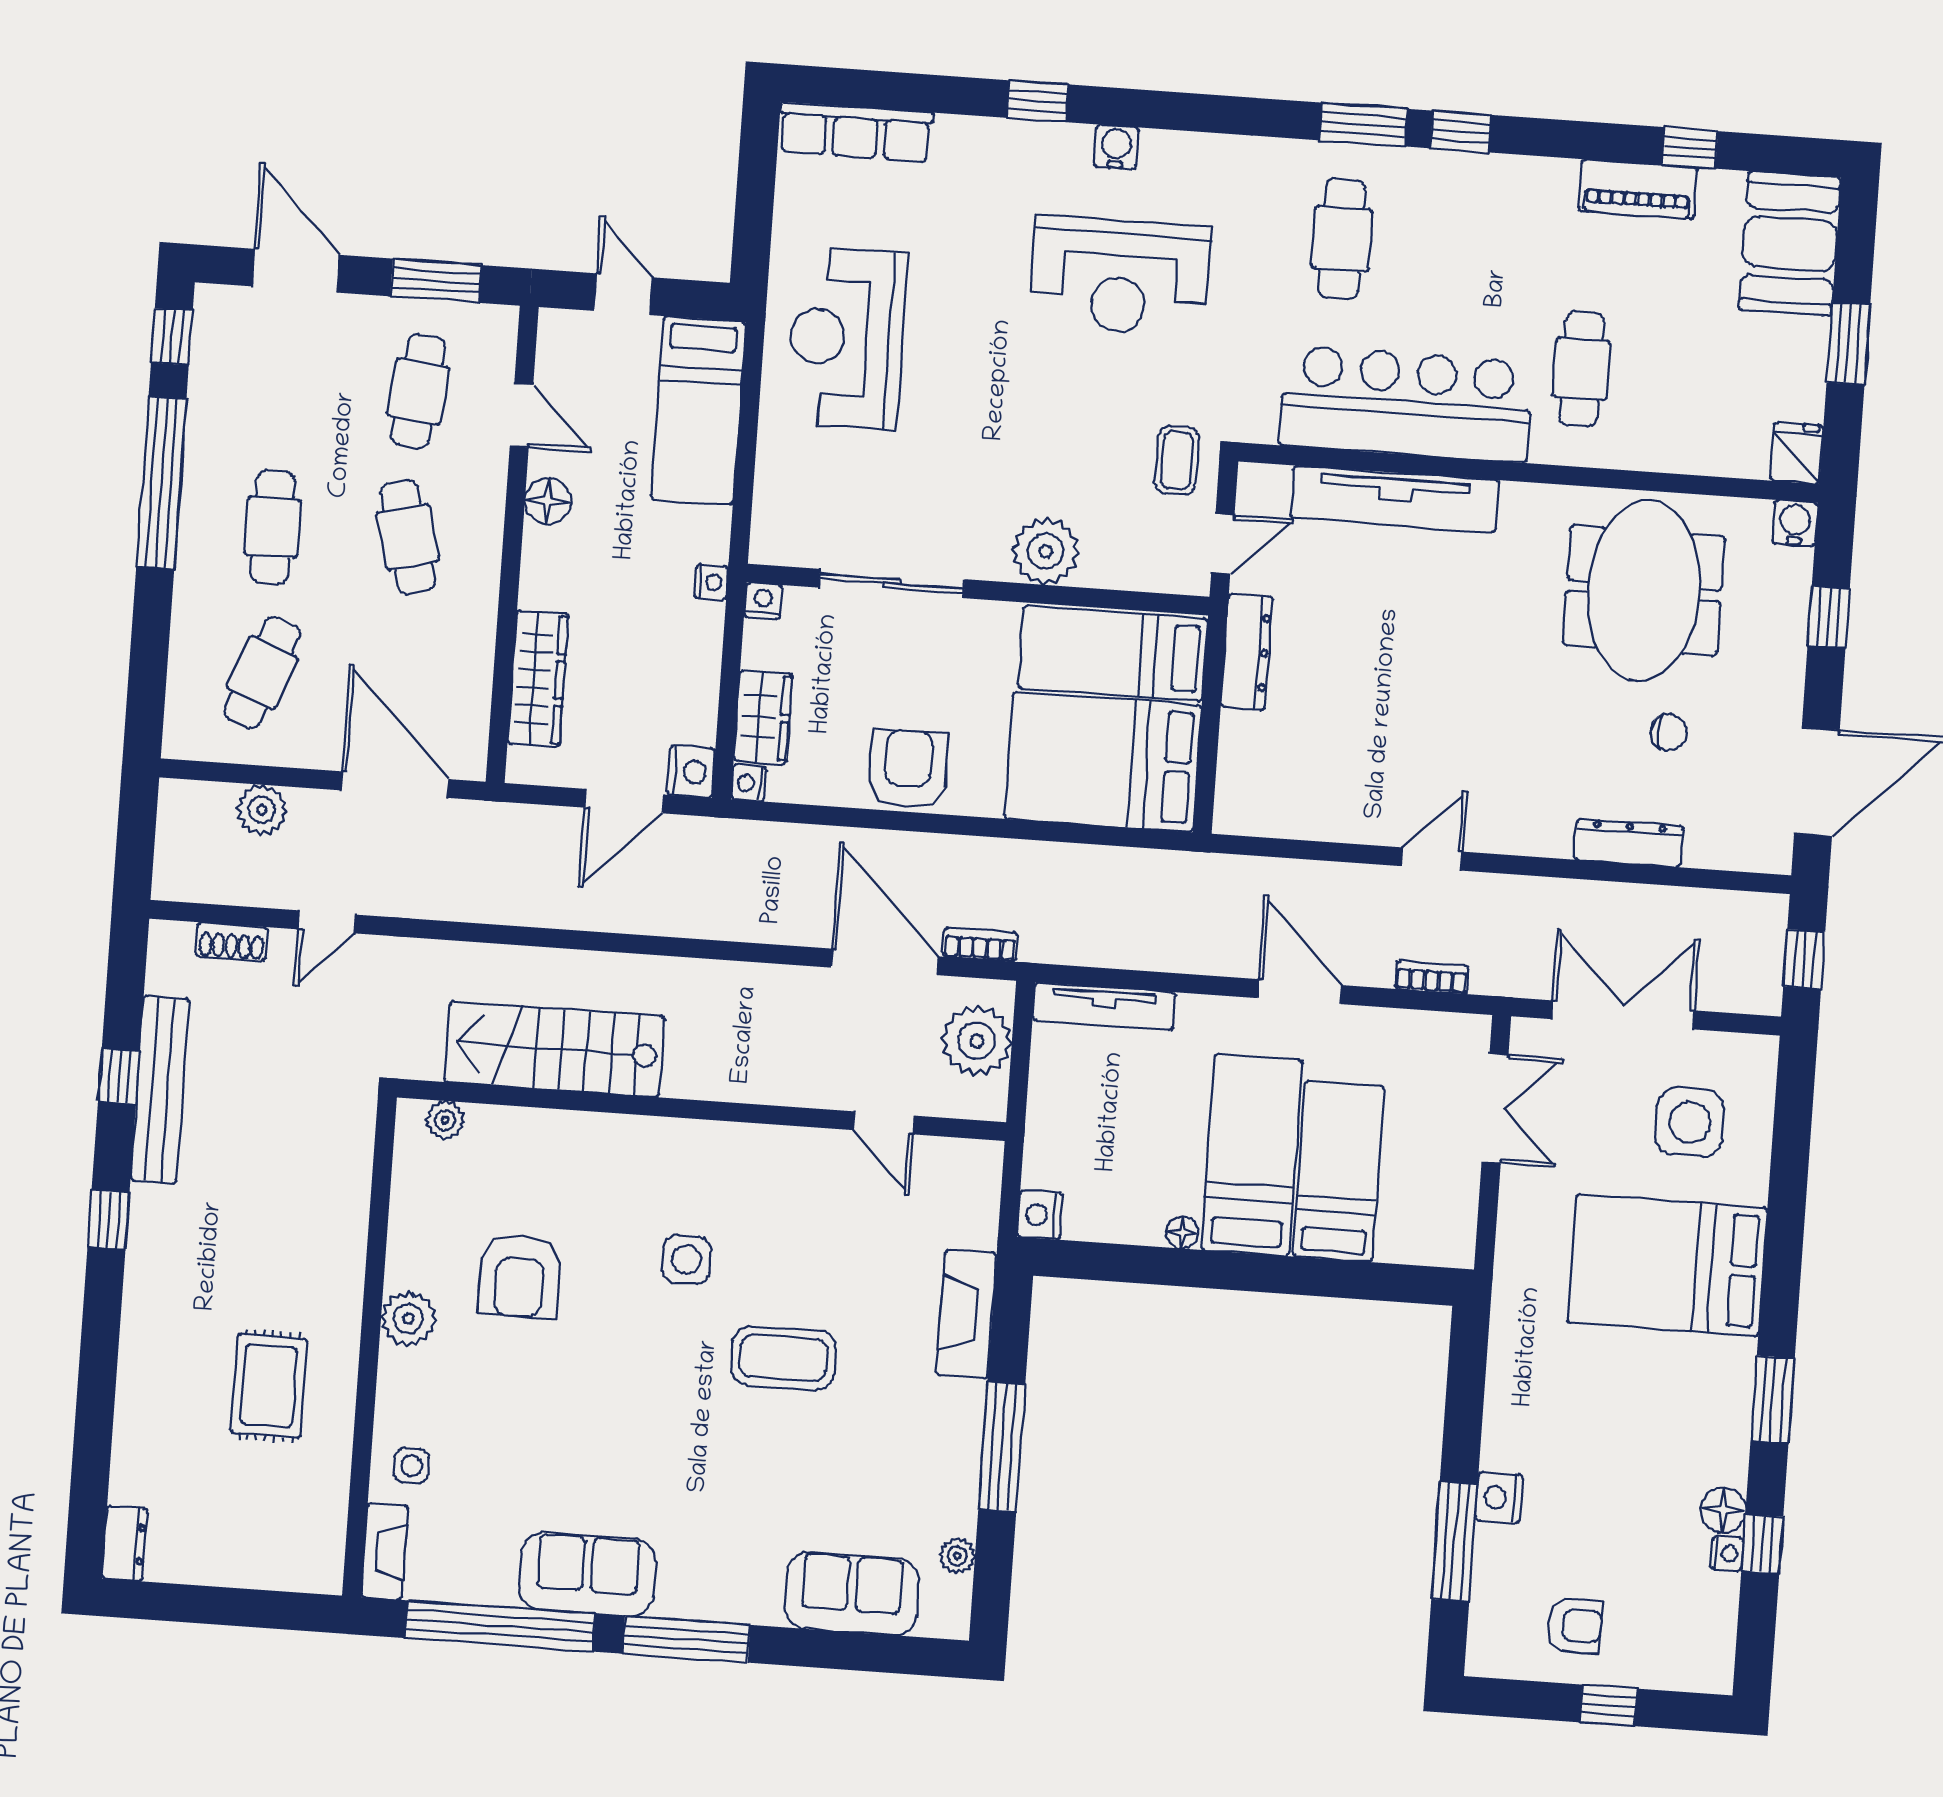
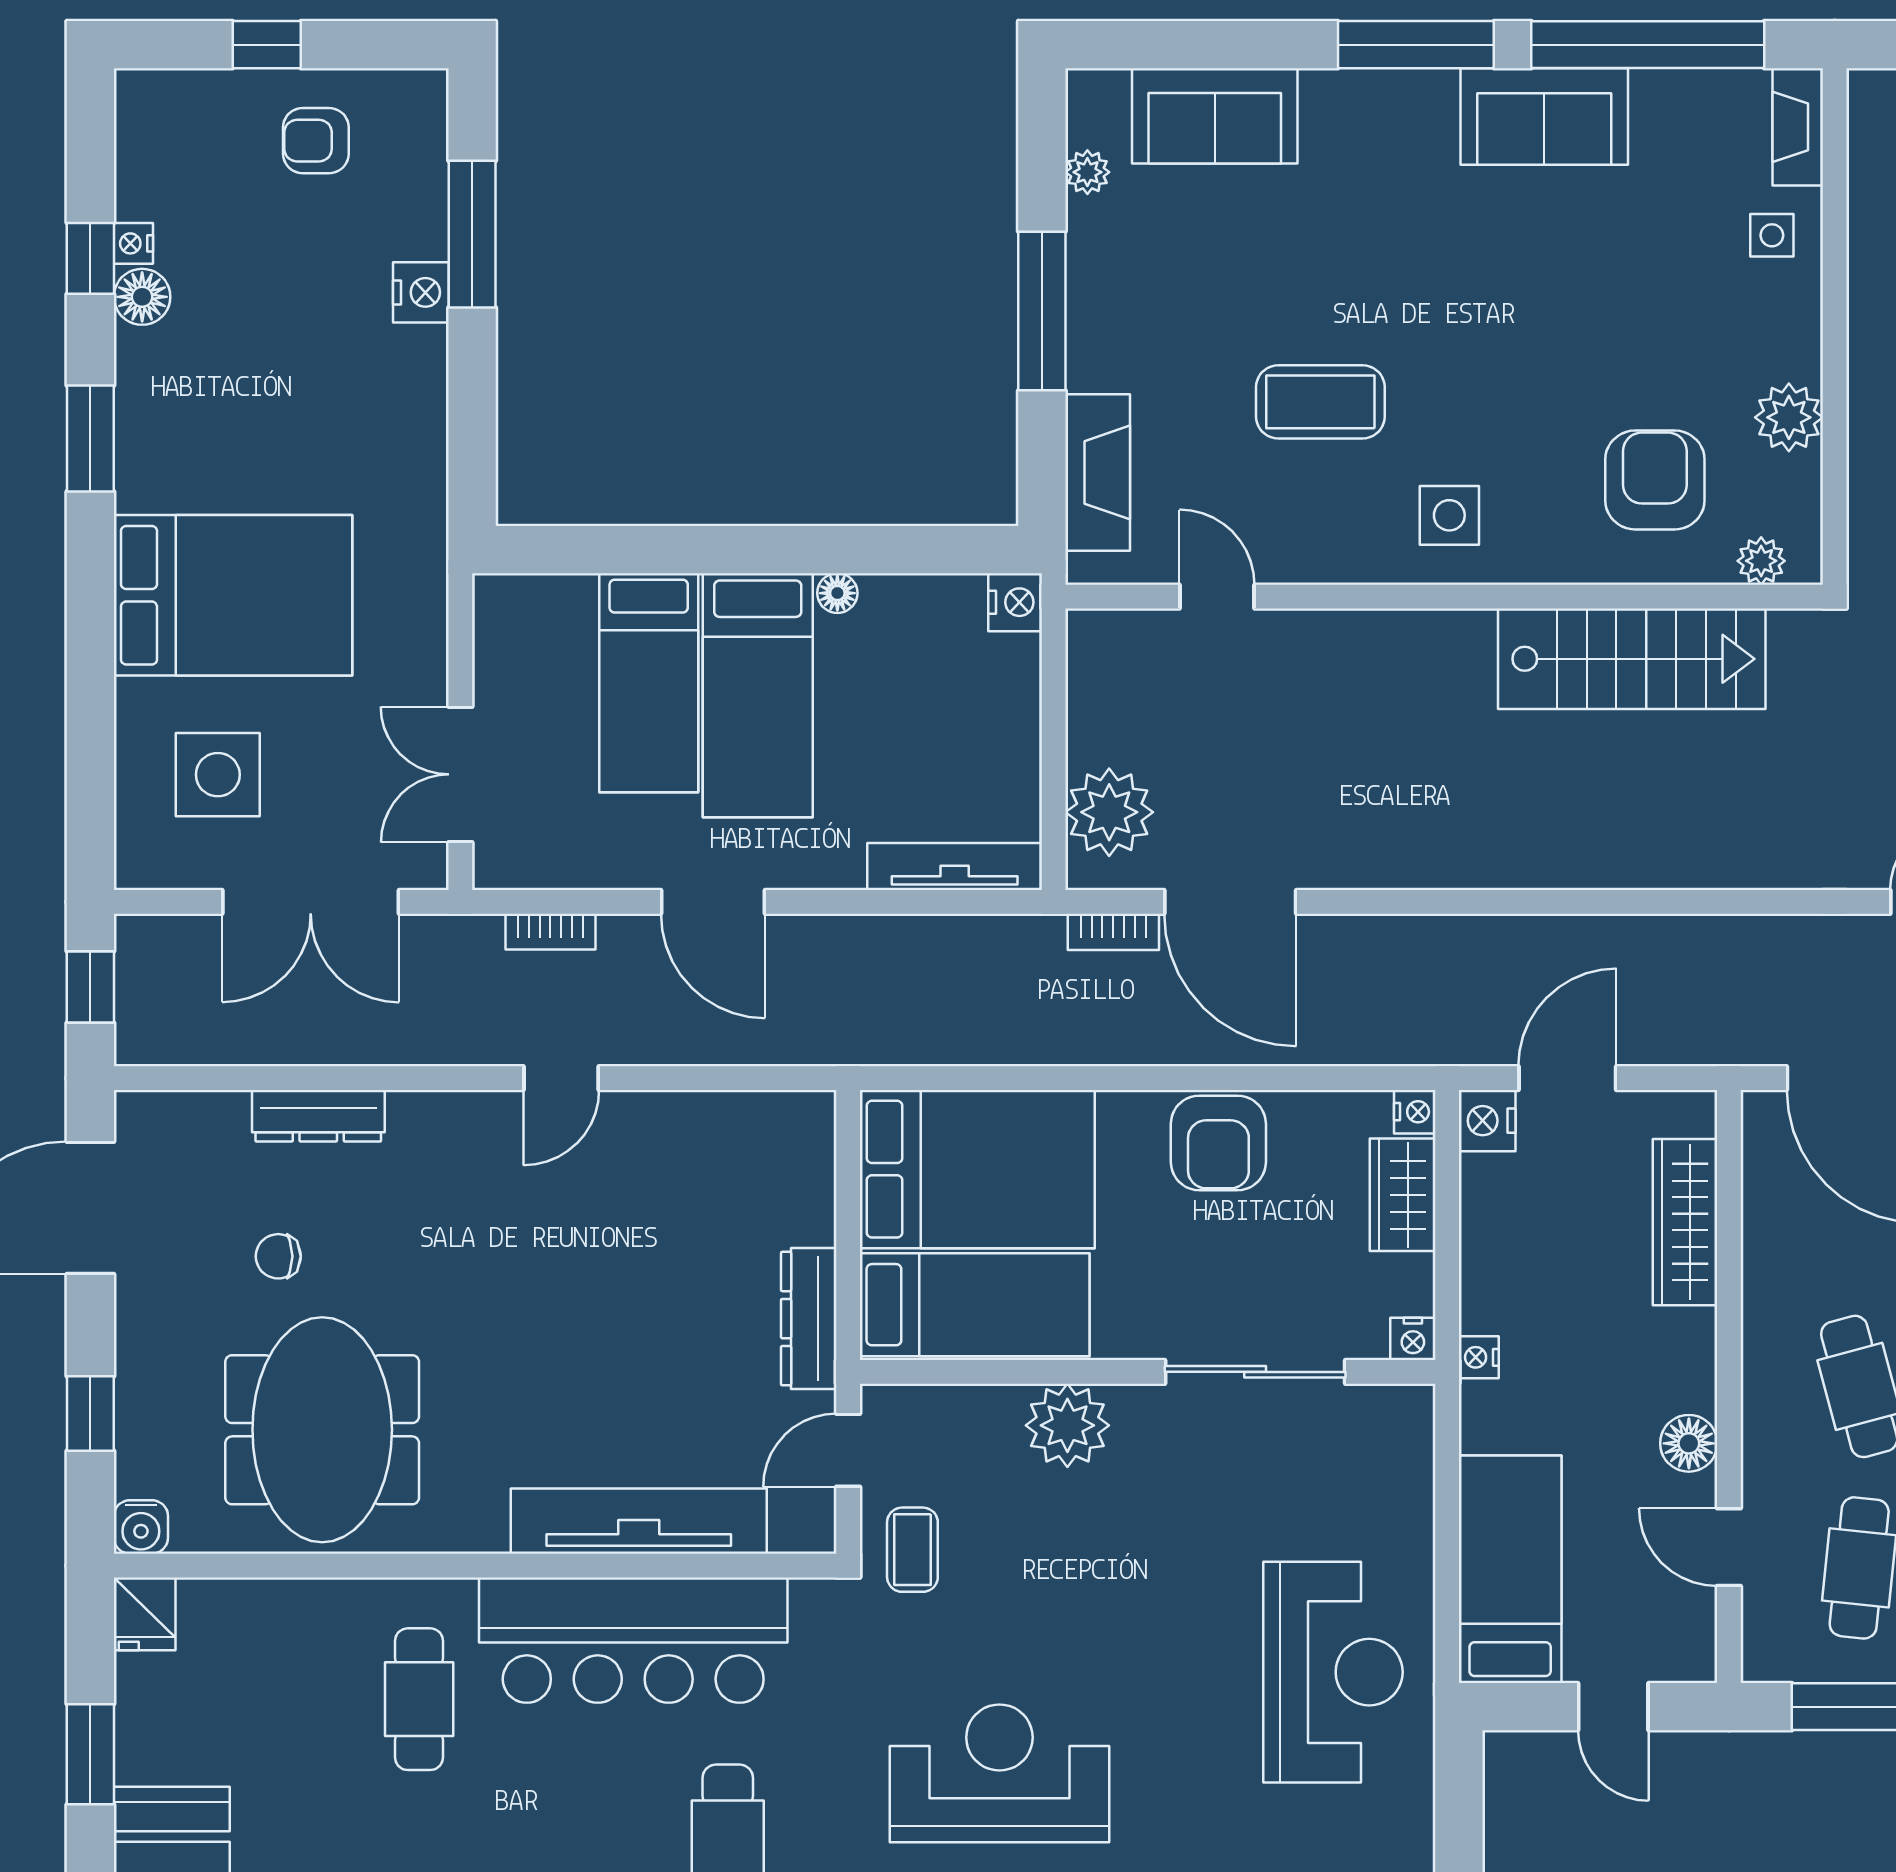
stairs: (555, 1049) -> (1632, 659), moved
wall: (701, 1110) -> (1444, 597), moved
plant: (445, 1120) -> (1761, 561), moved
door: (884, 1123) -> (1217, 597), moved

